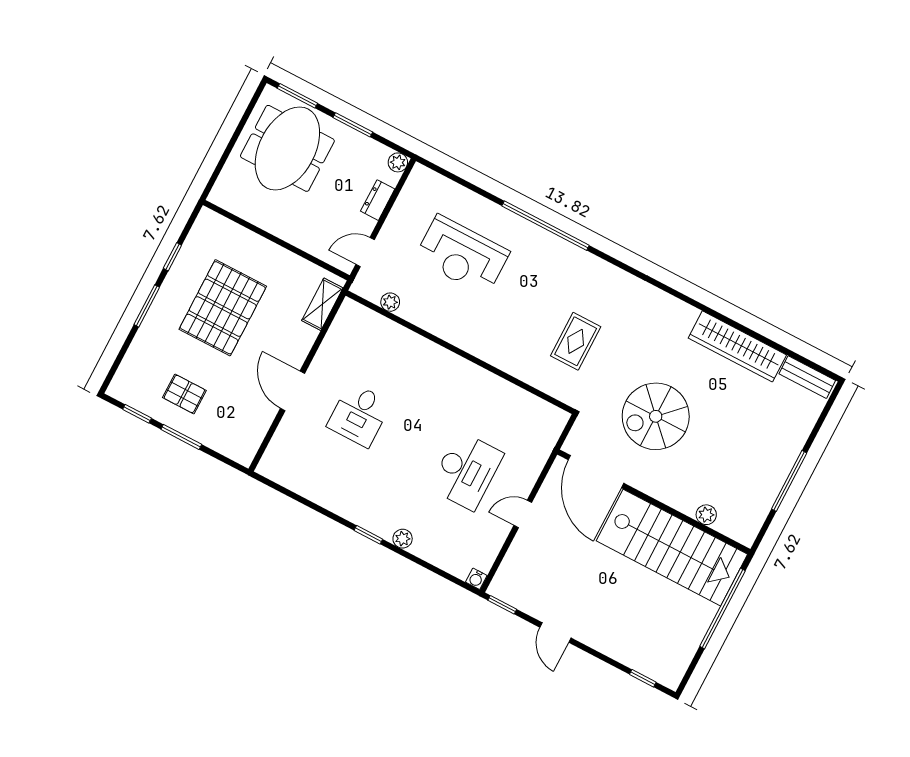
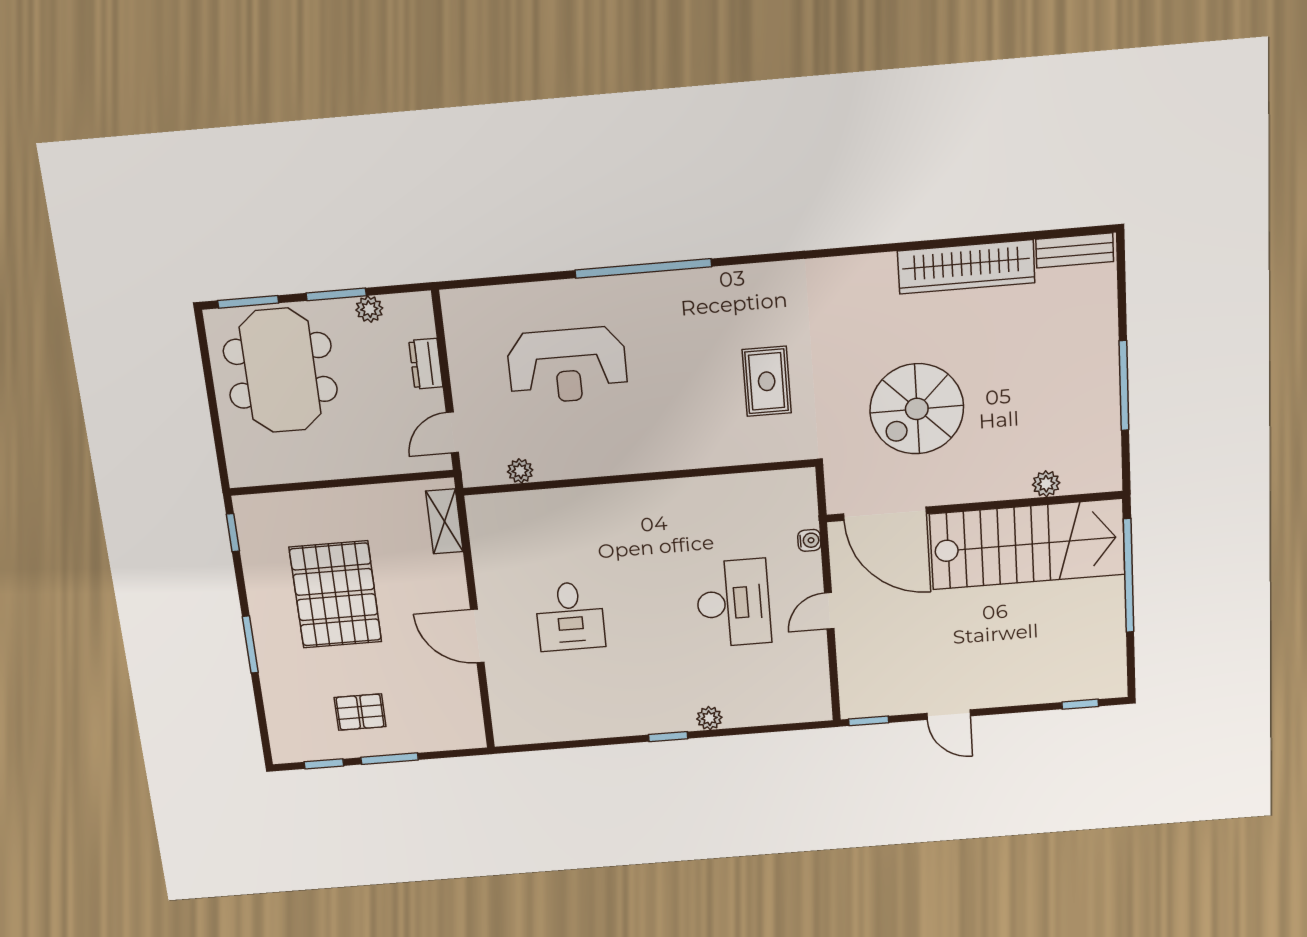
plant: (398, 162) -> (369, 309), moved
window: (172, 257) -> (233, 533), moved
water cooler: (476, 579) -> (809, 540), moved, turned -90

